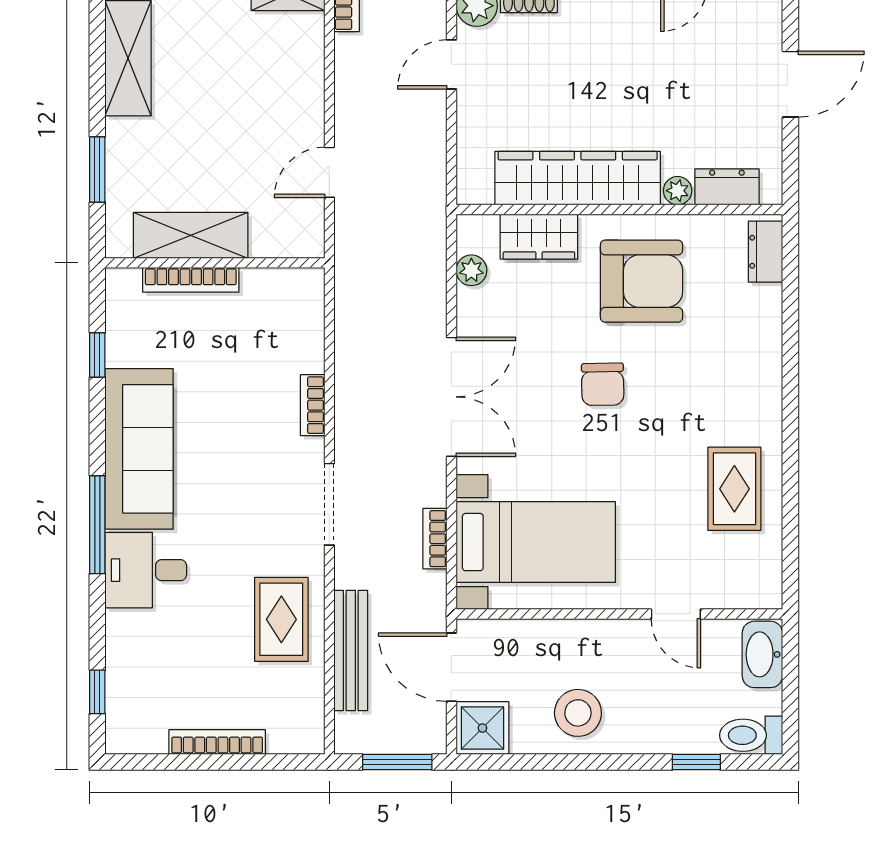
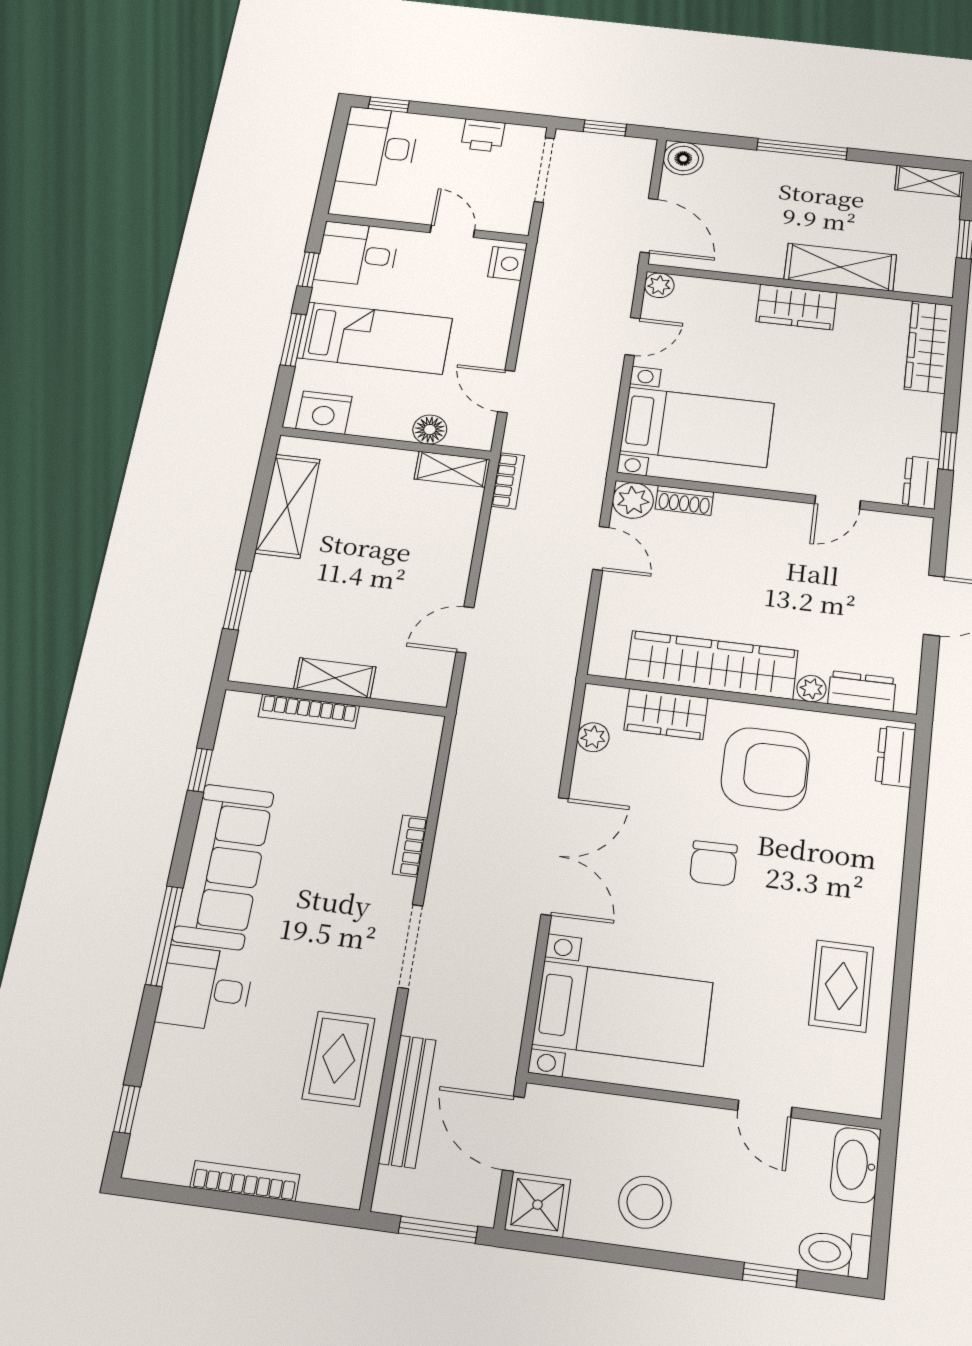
door: (451, 64) -> (601, 548), swing flipped
shelving: (191, 235) -> (335, 678), width x0.67, depth x0.75
bookcase: (435, 539) -> (516, 996), removed

